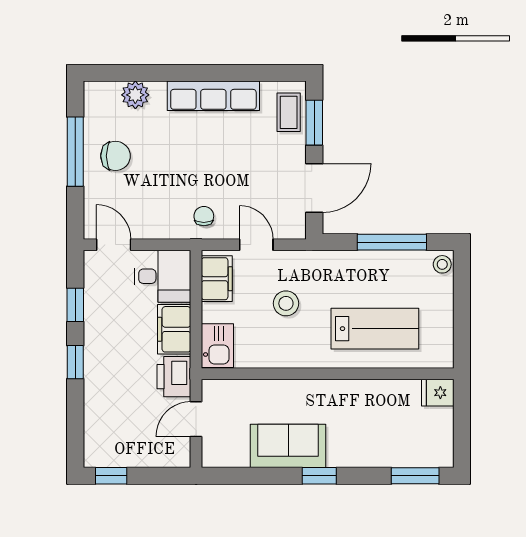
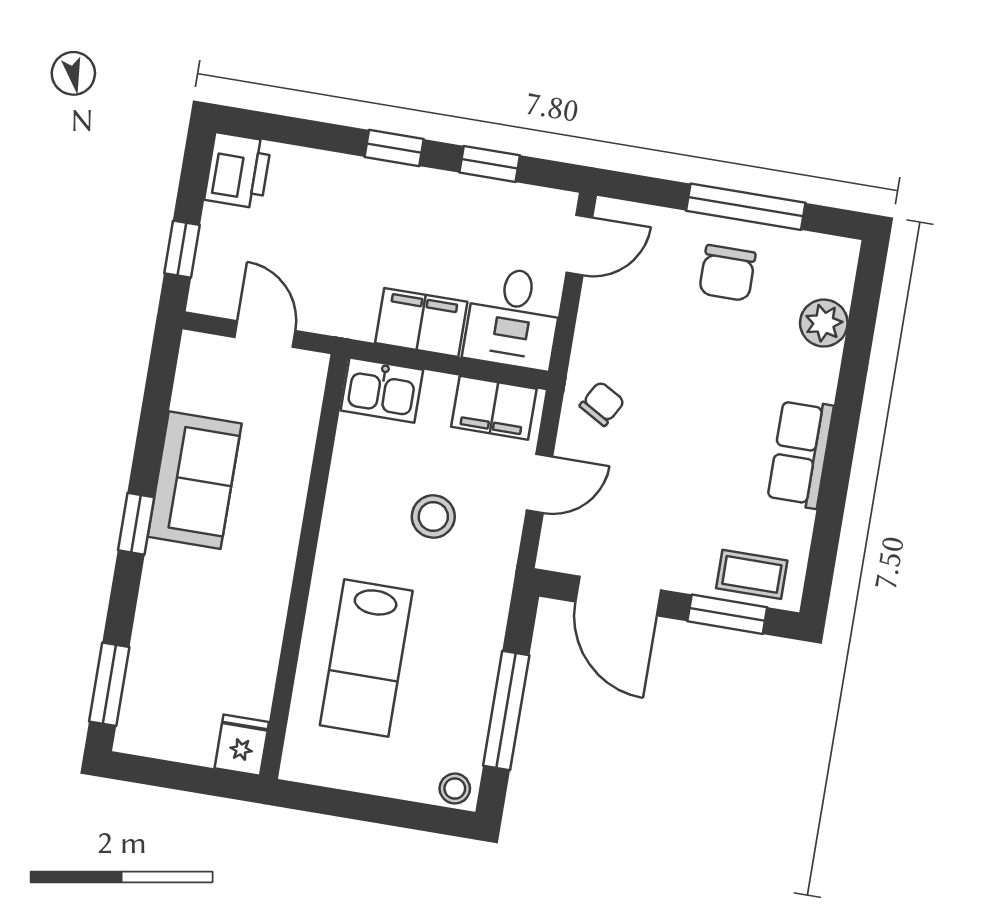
row of seats: (213, 96) -> (800, 453), width x0.68
chair: (204, 216) -> (602, 404), turned -60
printer: (174, 377) -> (238, 171), moved, turned 90
window: (111, 476) -> (182, 249), moved

